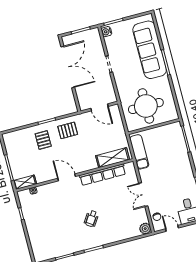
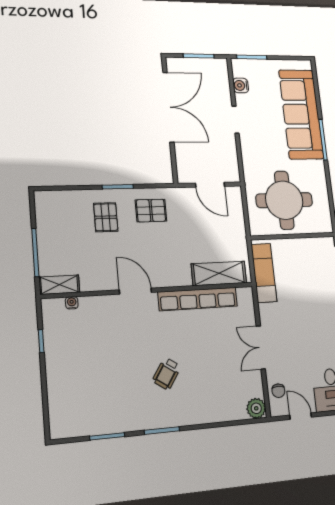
water cooler: (106, 32) -> (241, 85), moved

